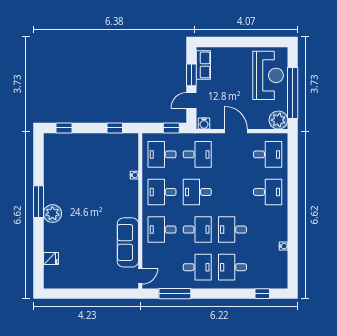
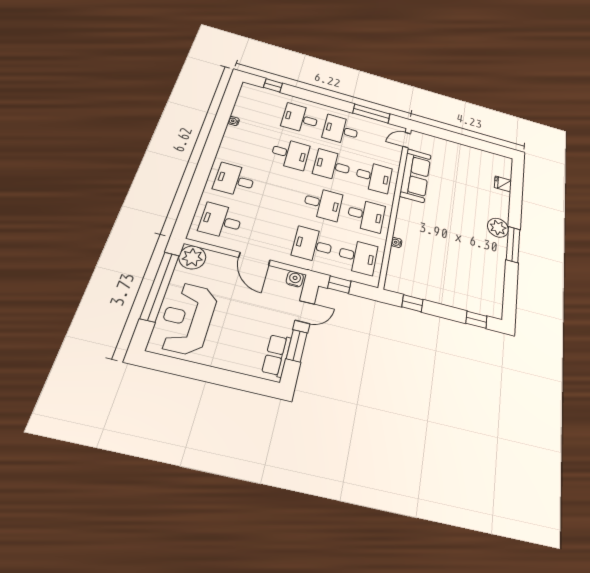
desk: (232, 267) -> (300, 119), turned 180

